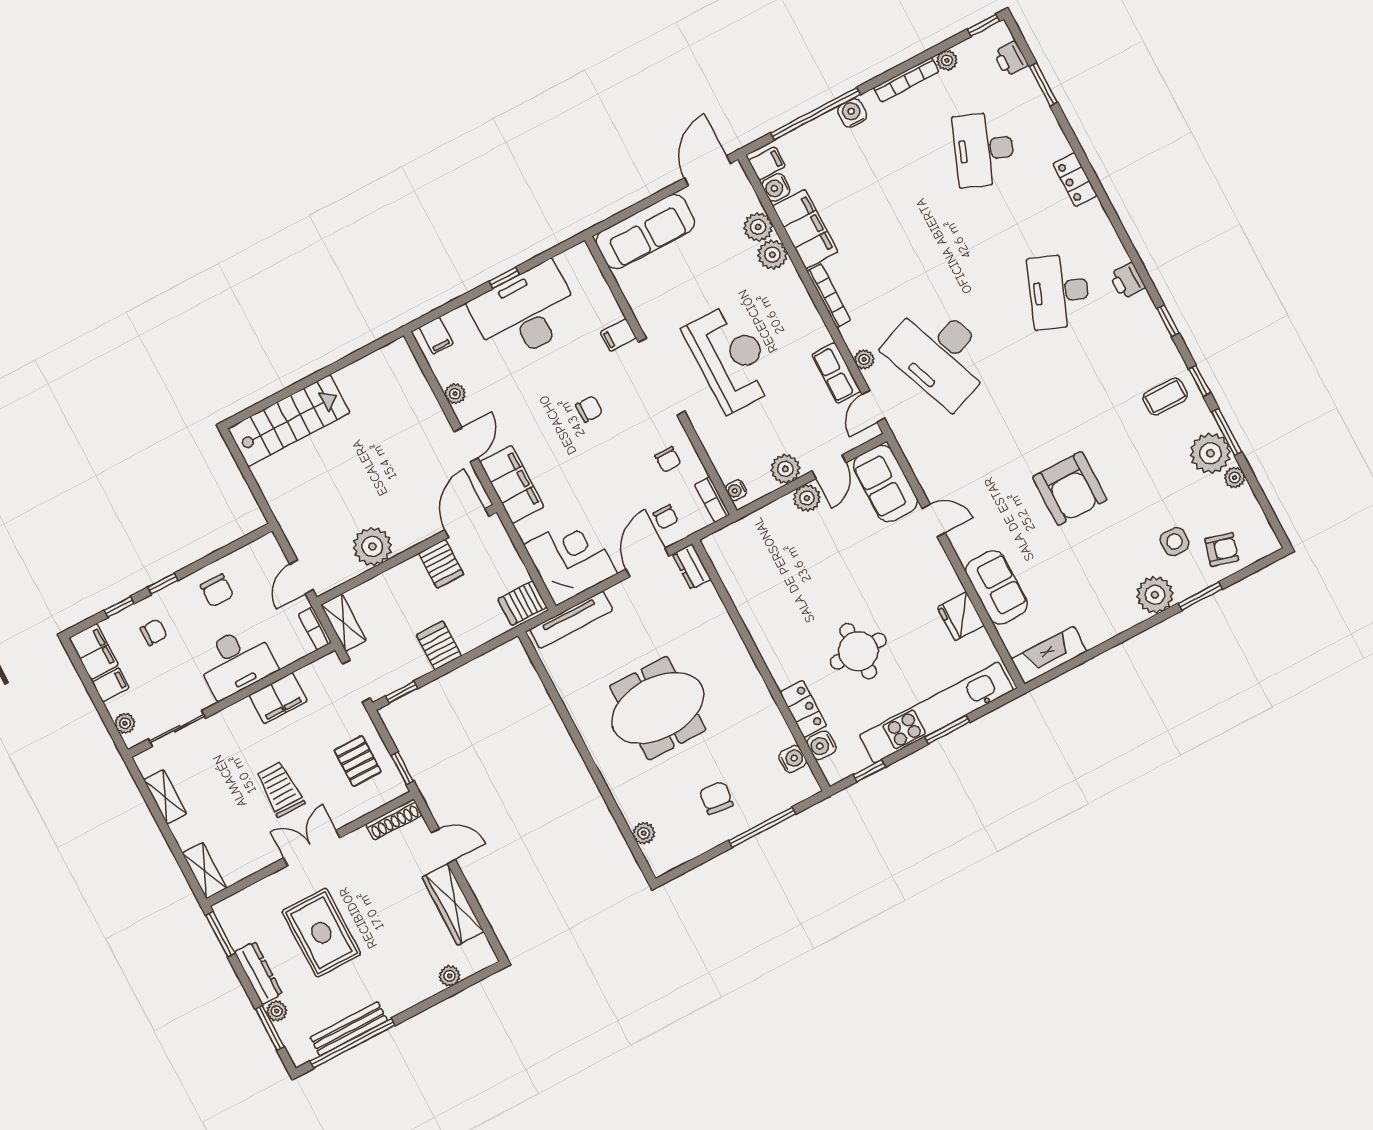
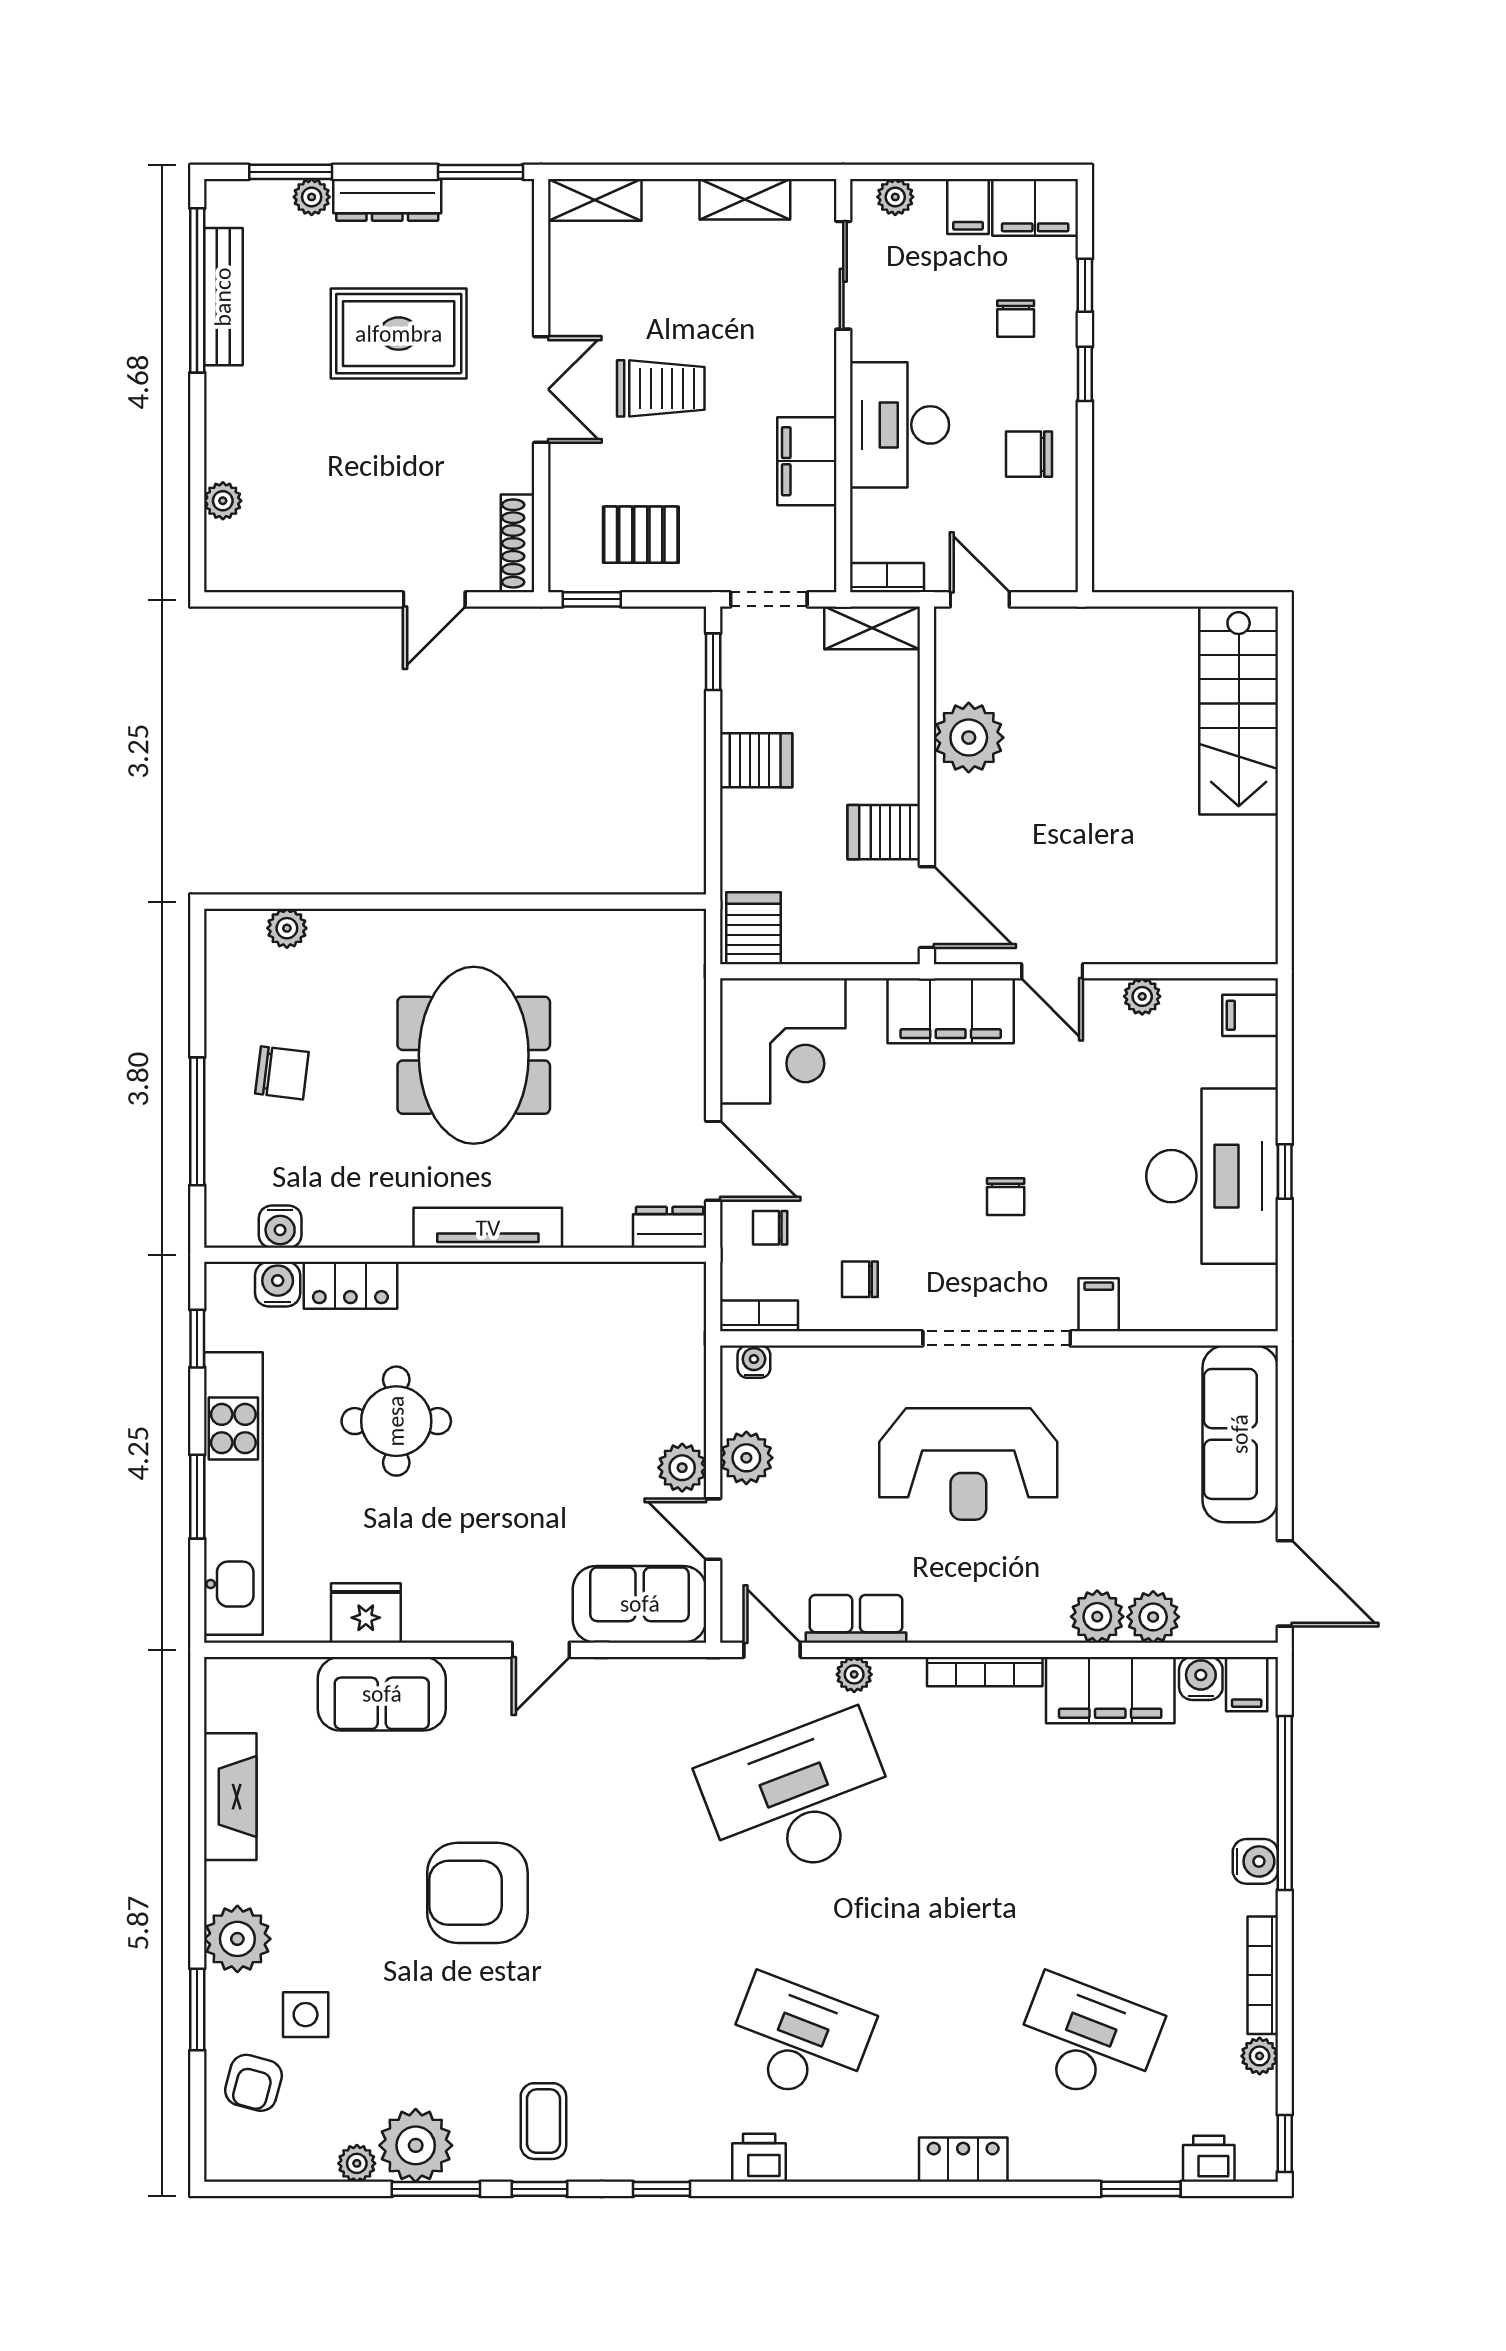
tv unit: (571, 620) -> (488, 1228), moved, turned 90
fireplace: (1049, 655) -> (230, 1797), moved
wardrobe: (453, 904) -> (333, 566), removed

